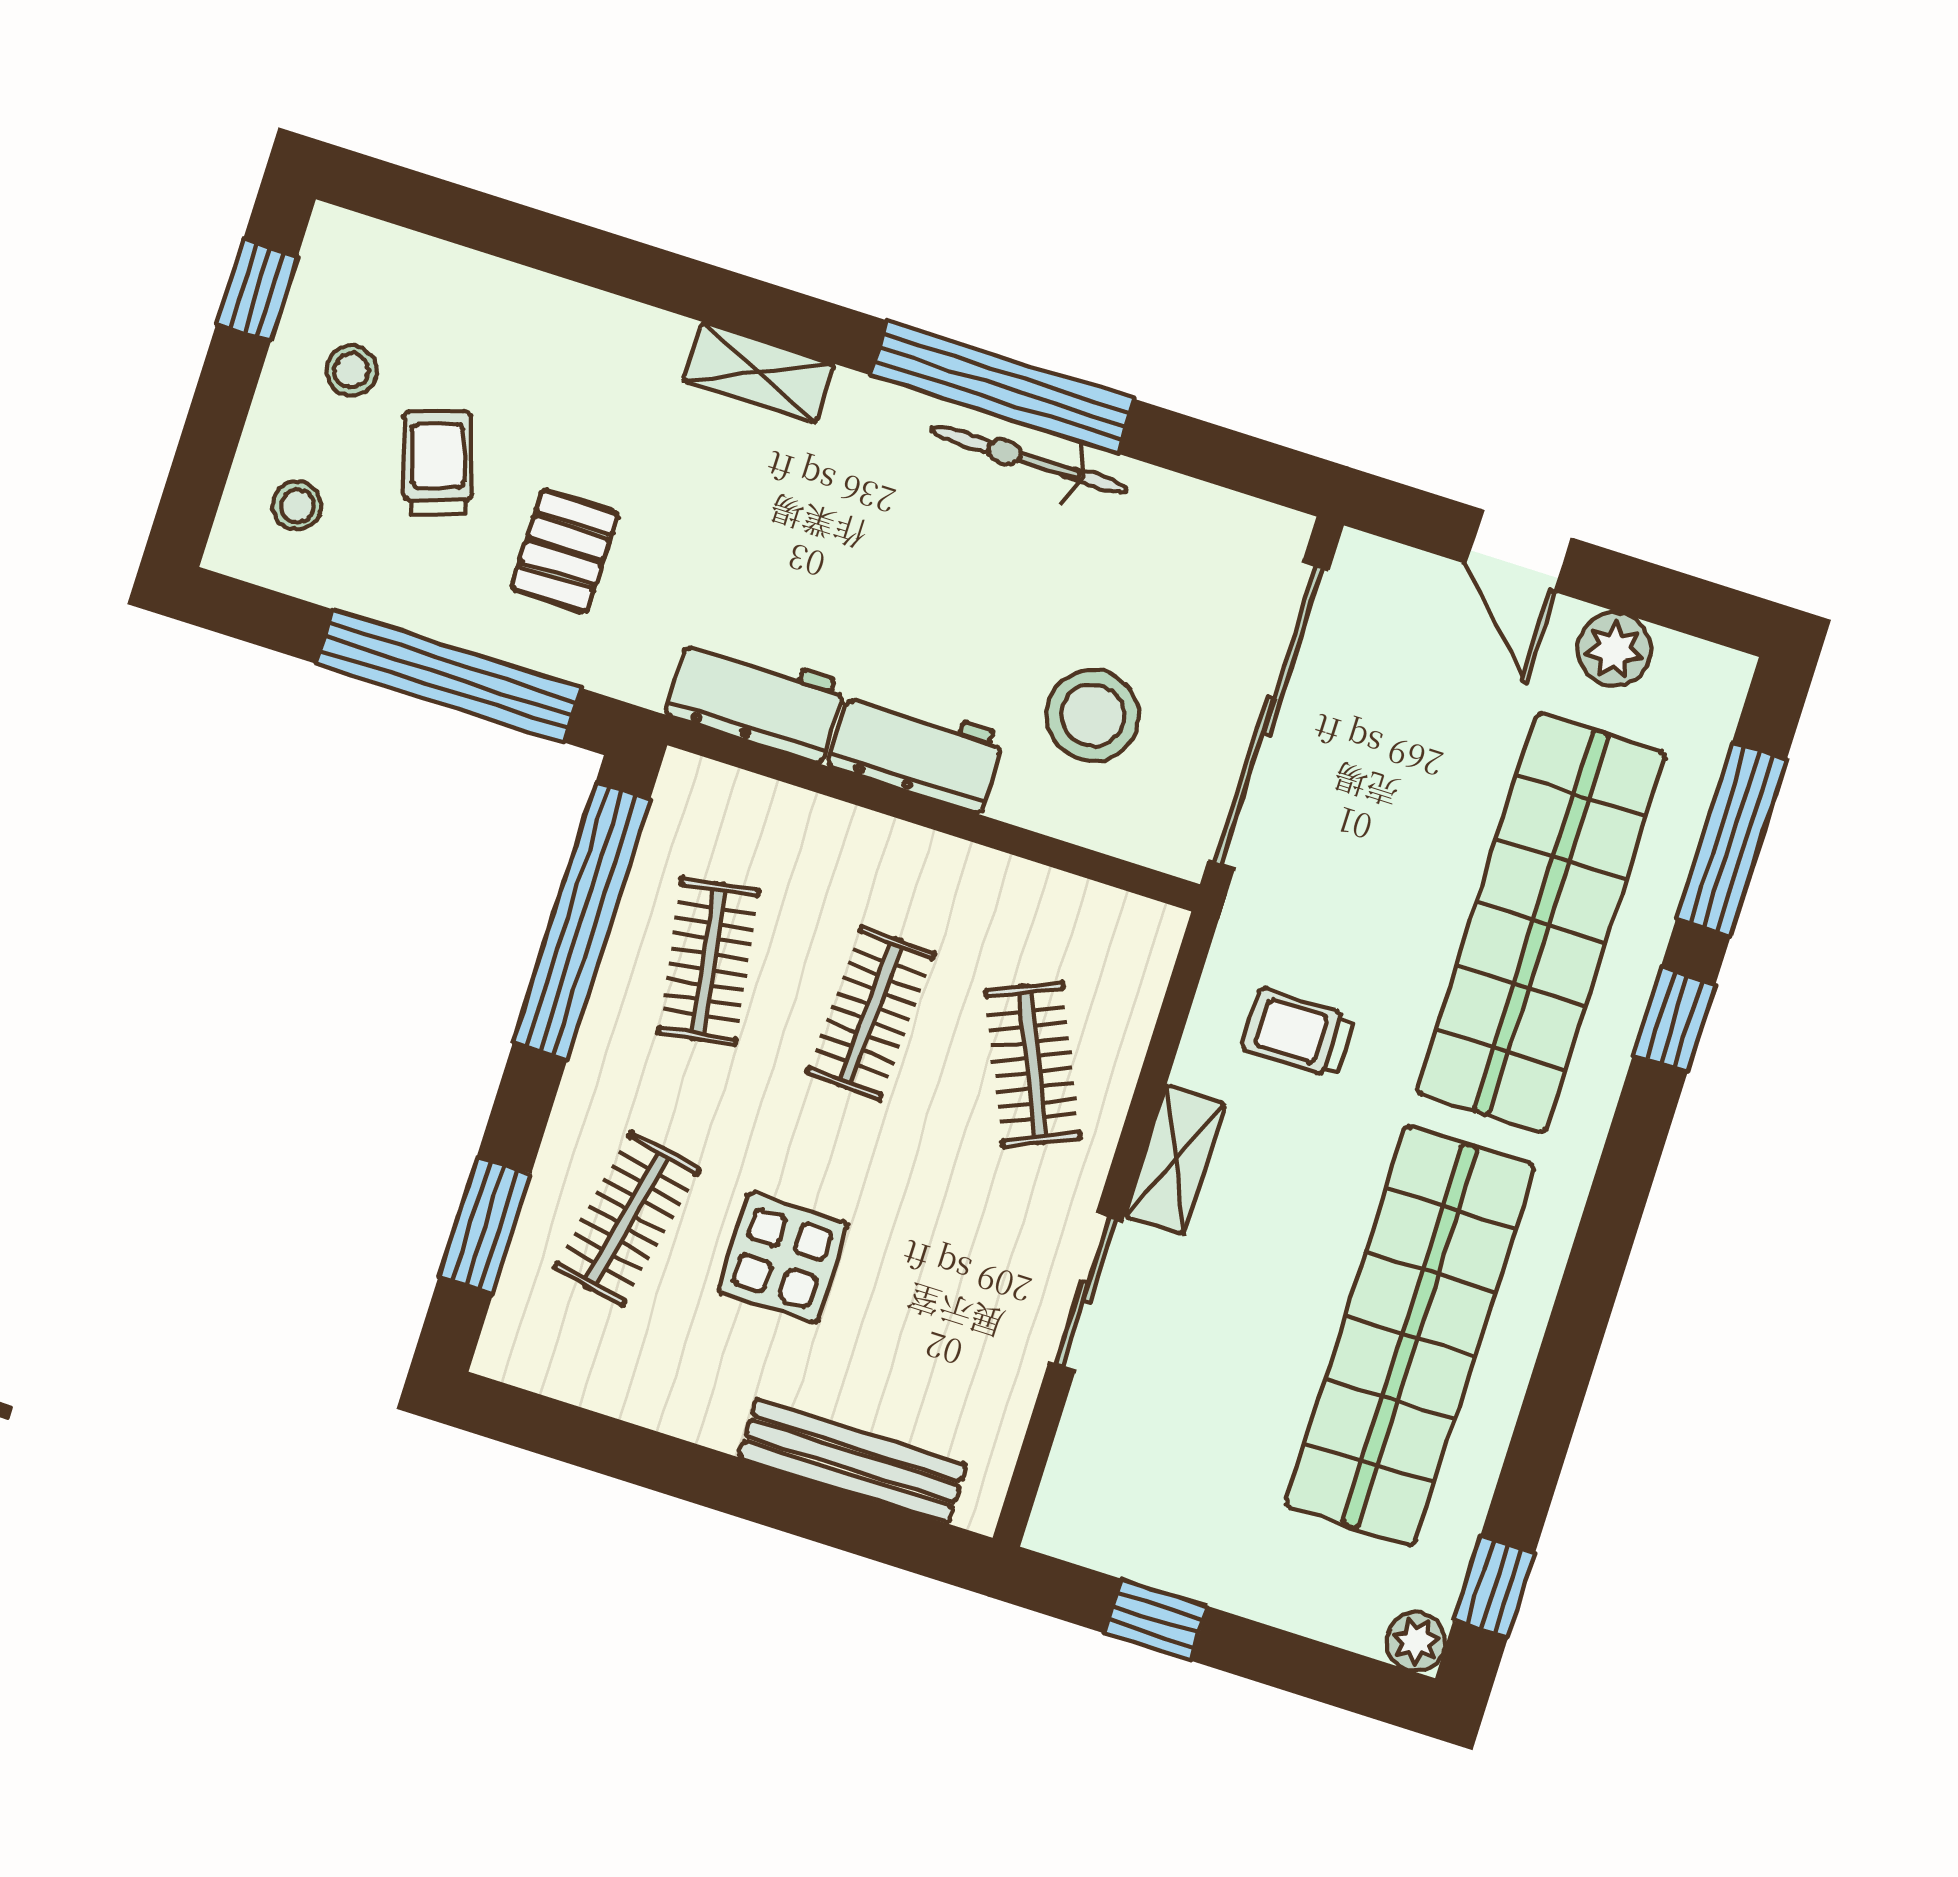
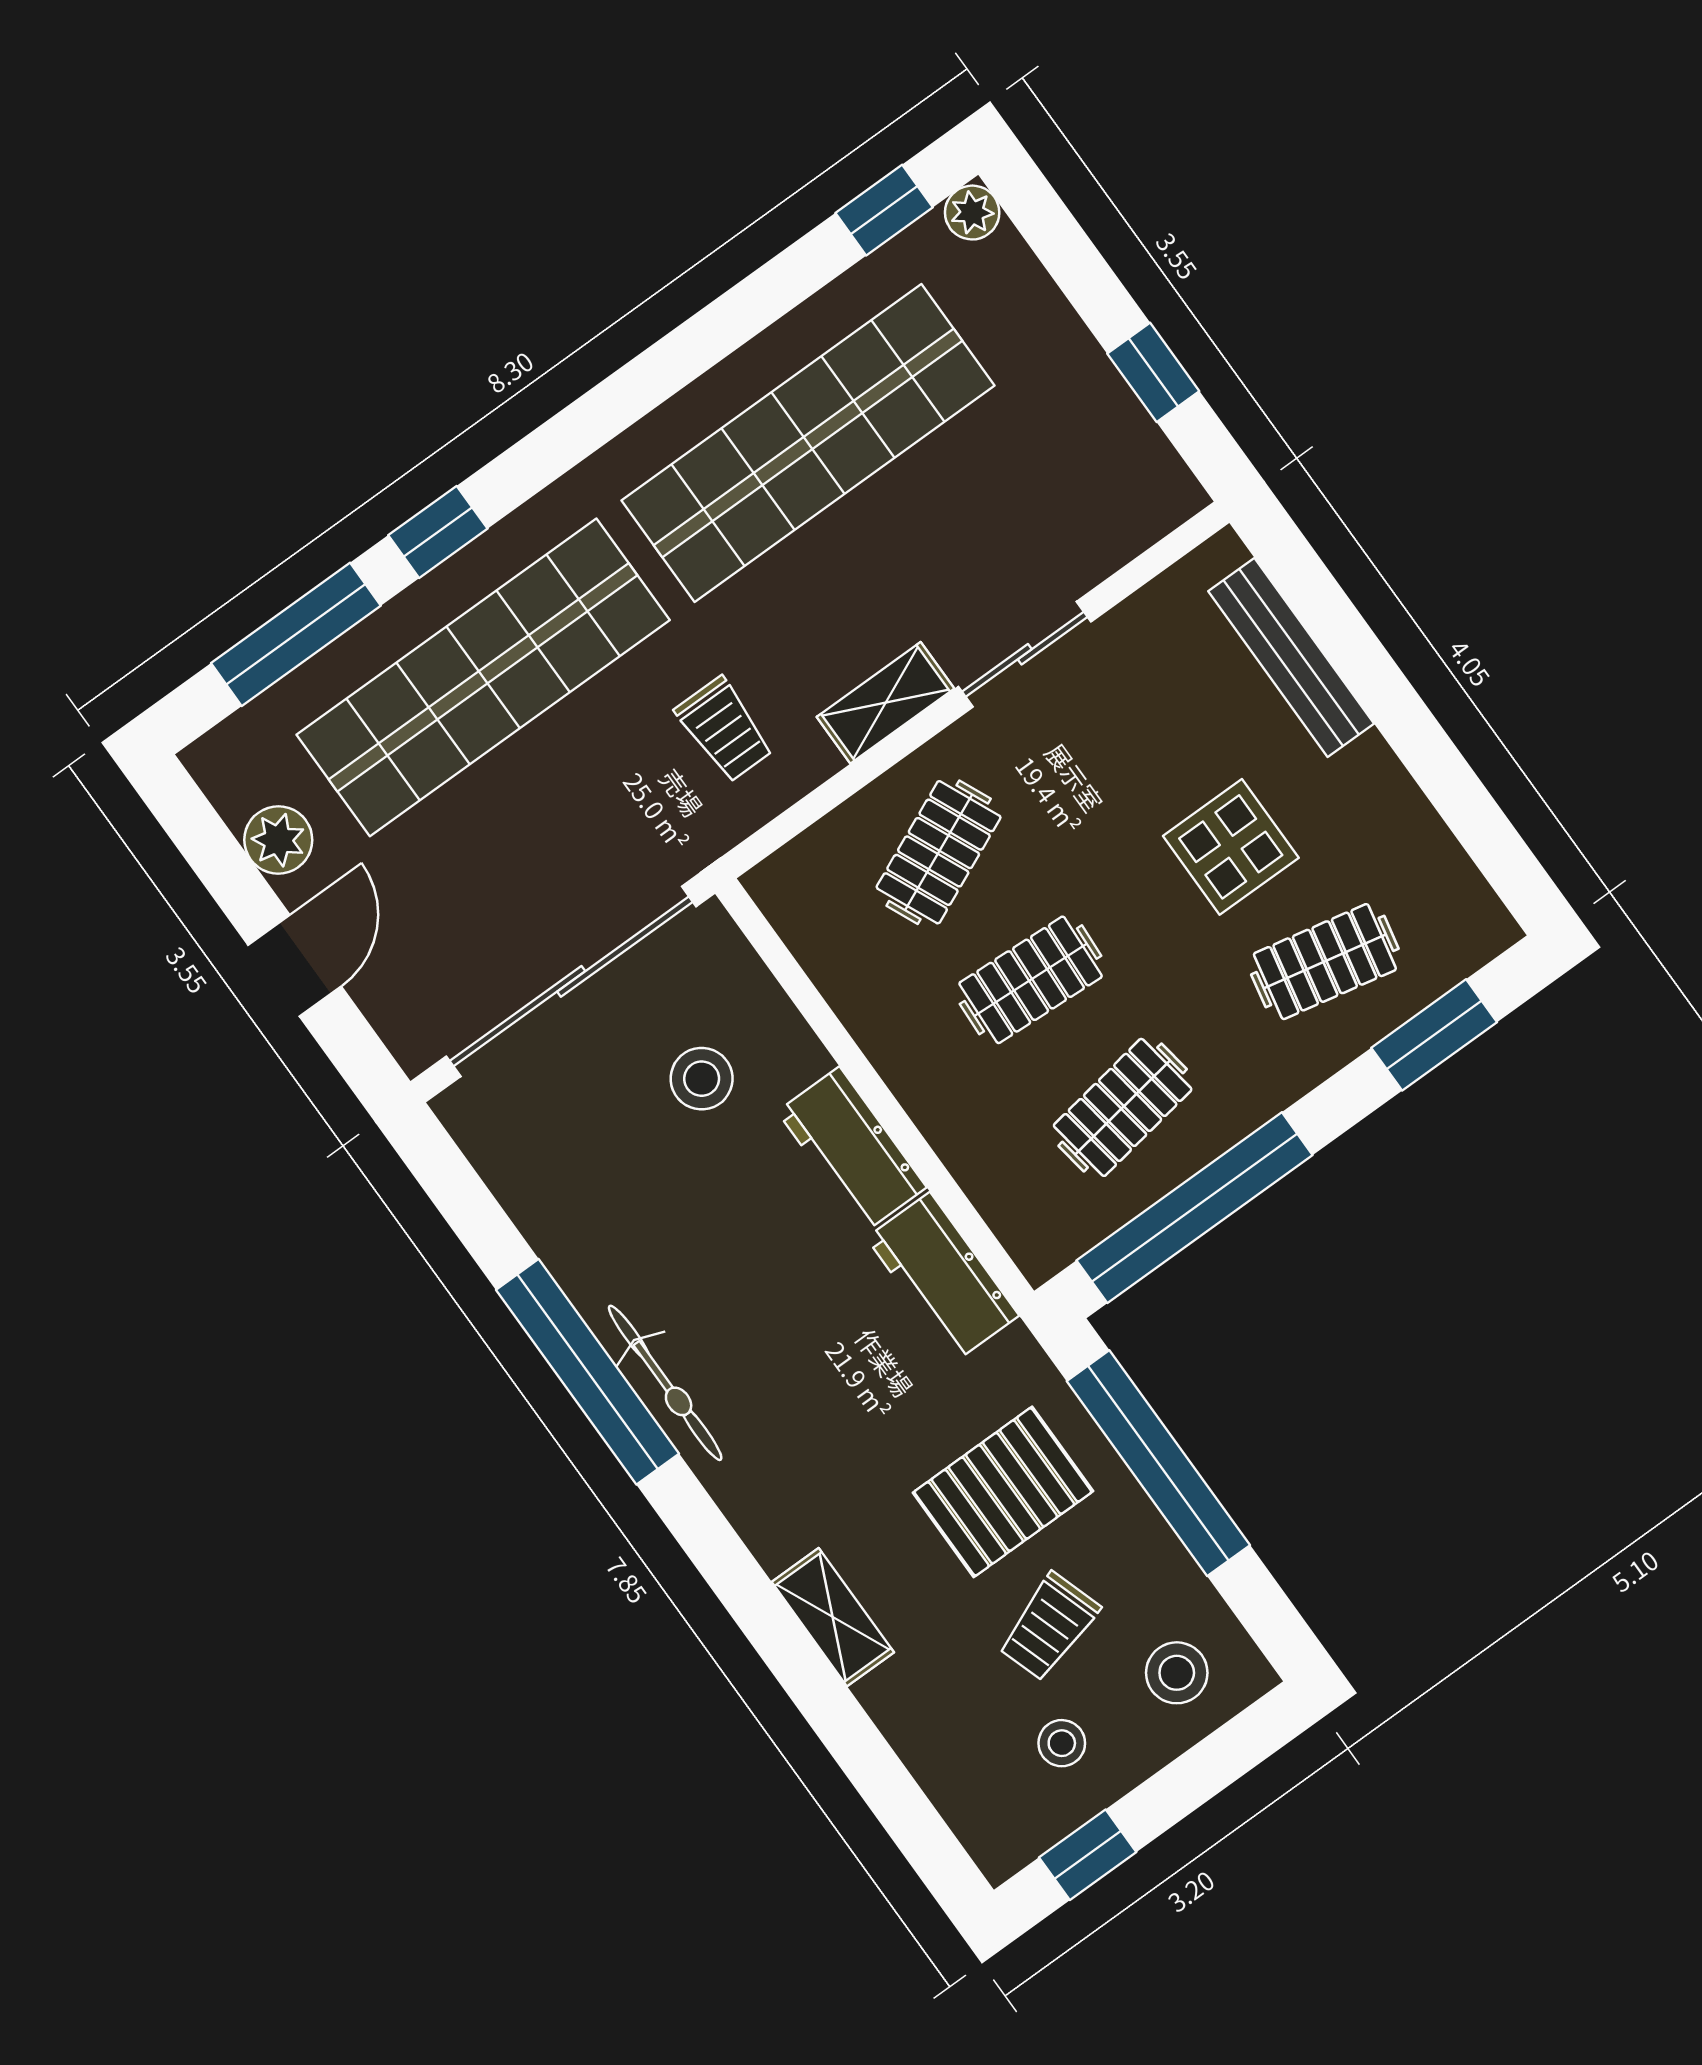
shelving: (759, 373) -> (833, 1617), moved
bicycle: (1028, 459) -> (665, 1383), moved
stool: (297, 506) -> (1177, 1673), width x1.37, depth x1.37
pallet: (565, 551) -> (1003, 1492), width x1.50, depth x1.42
stool: (1093, 715) -> (702, 1079), width x0.73, depth x0.73

